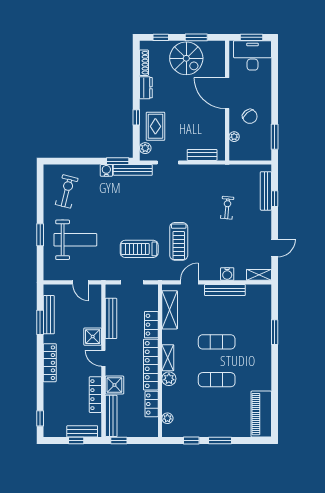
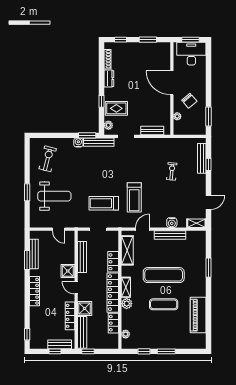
spiral stairs: (186, 58) -> (140, 56), removed
rug: (155, 126) -> (116, 108), turned 90
exercise mat: (217, 342) -> (164, 275), width x1.36, depth x1.45
piano: (261, 414) -> (198, 315), moved

